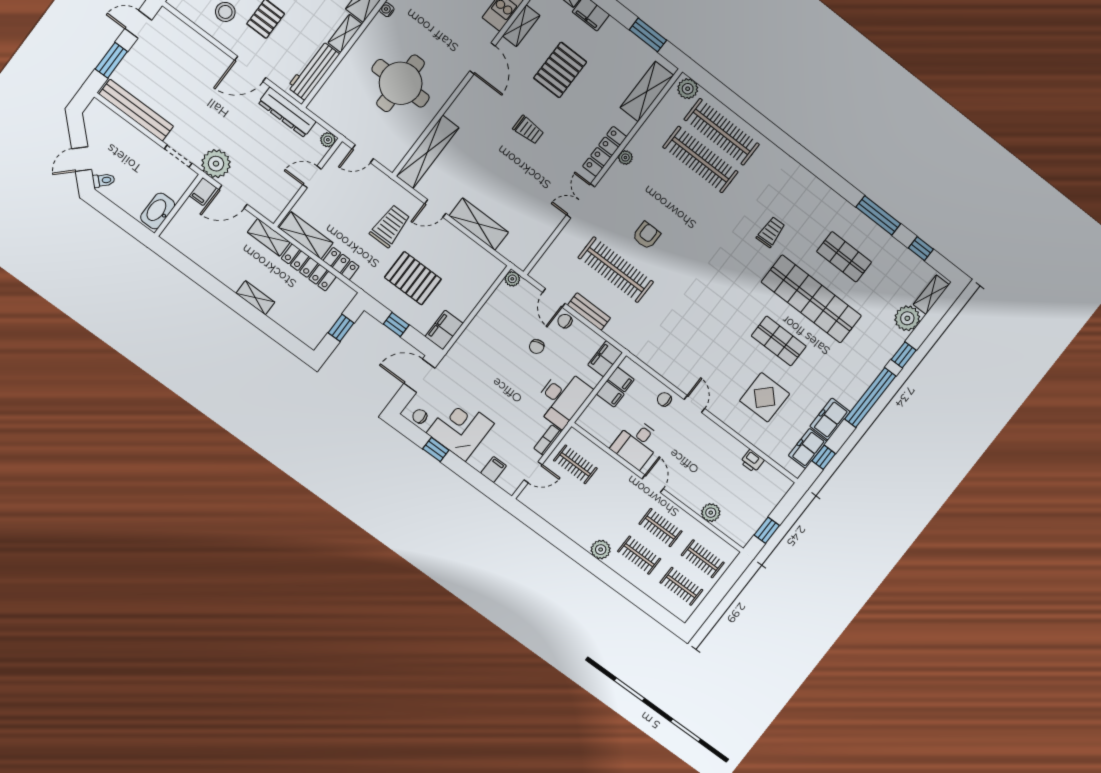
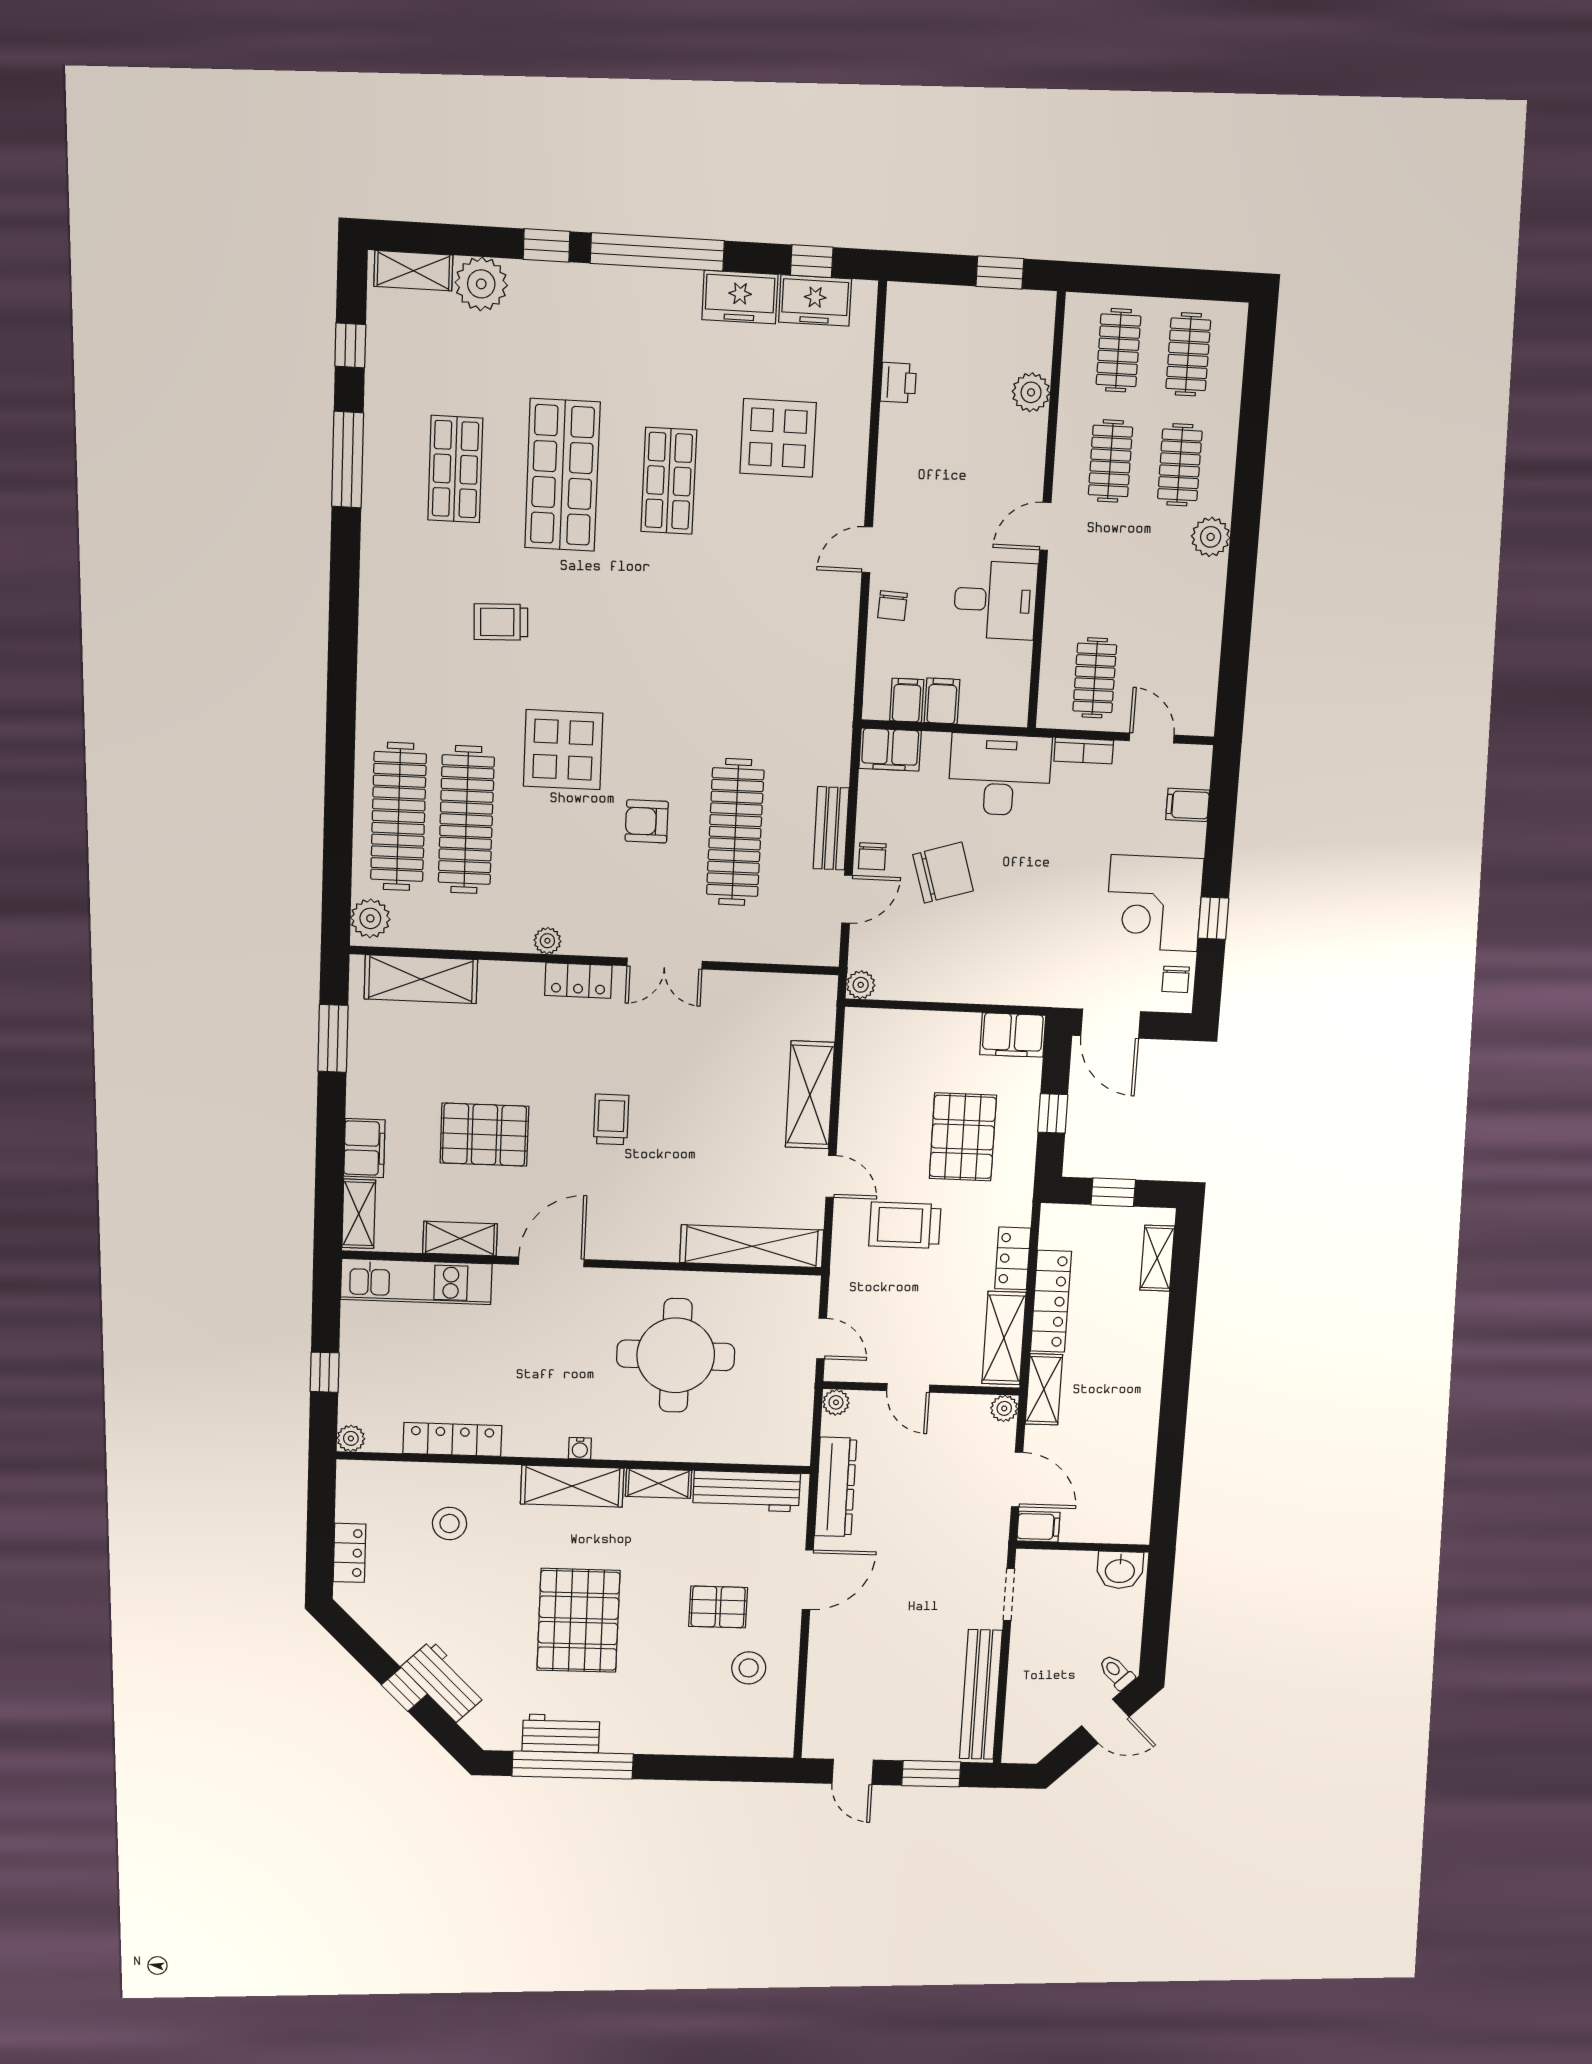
door: (250, 69) -> (808, 1580), hinge flipped
locker: (605, 151) -> (578, 980), width x0.66
plant: (216, 164) -> (1004, 1408), moved, width x0.53, depth x0.53
washbasin: (158, 211) -> (1120, 1570), width x0.72
display table: (701, 221) -> (563, 750), added
shelving: (255, 298) -> (1157, 1258), moved
shop shelf: (811, 299) -> (562, 475), width x0.71
chair: (537, 347) -> (943, 873), width x1.87, depth x1.87

